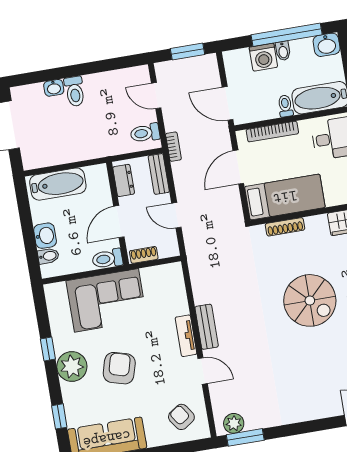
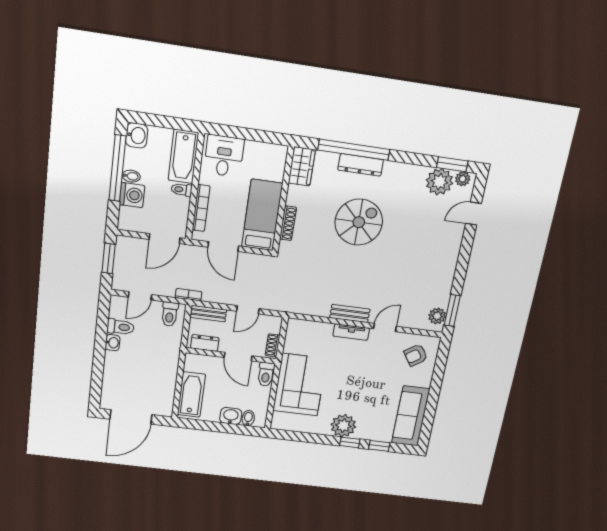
washbasin: (54, 88) -> (113, 343), moved
toilet: (75, 91) -> (120, 327), moved
window: (48, 349) -> (350, 442), moved
armchair: (119, 368) -> (358, 391), removed

